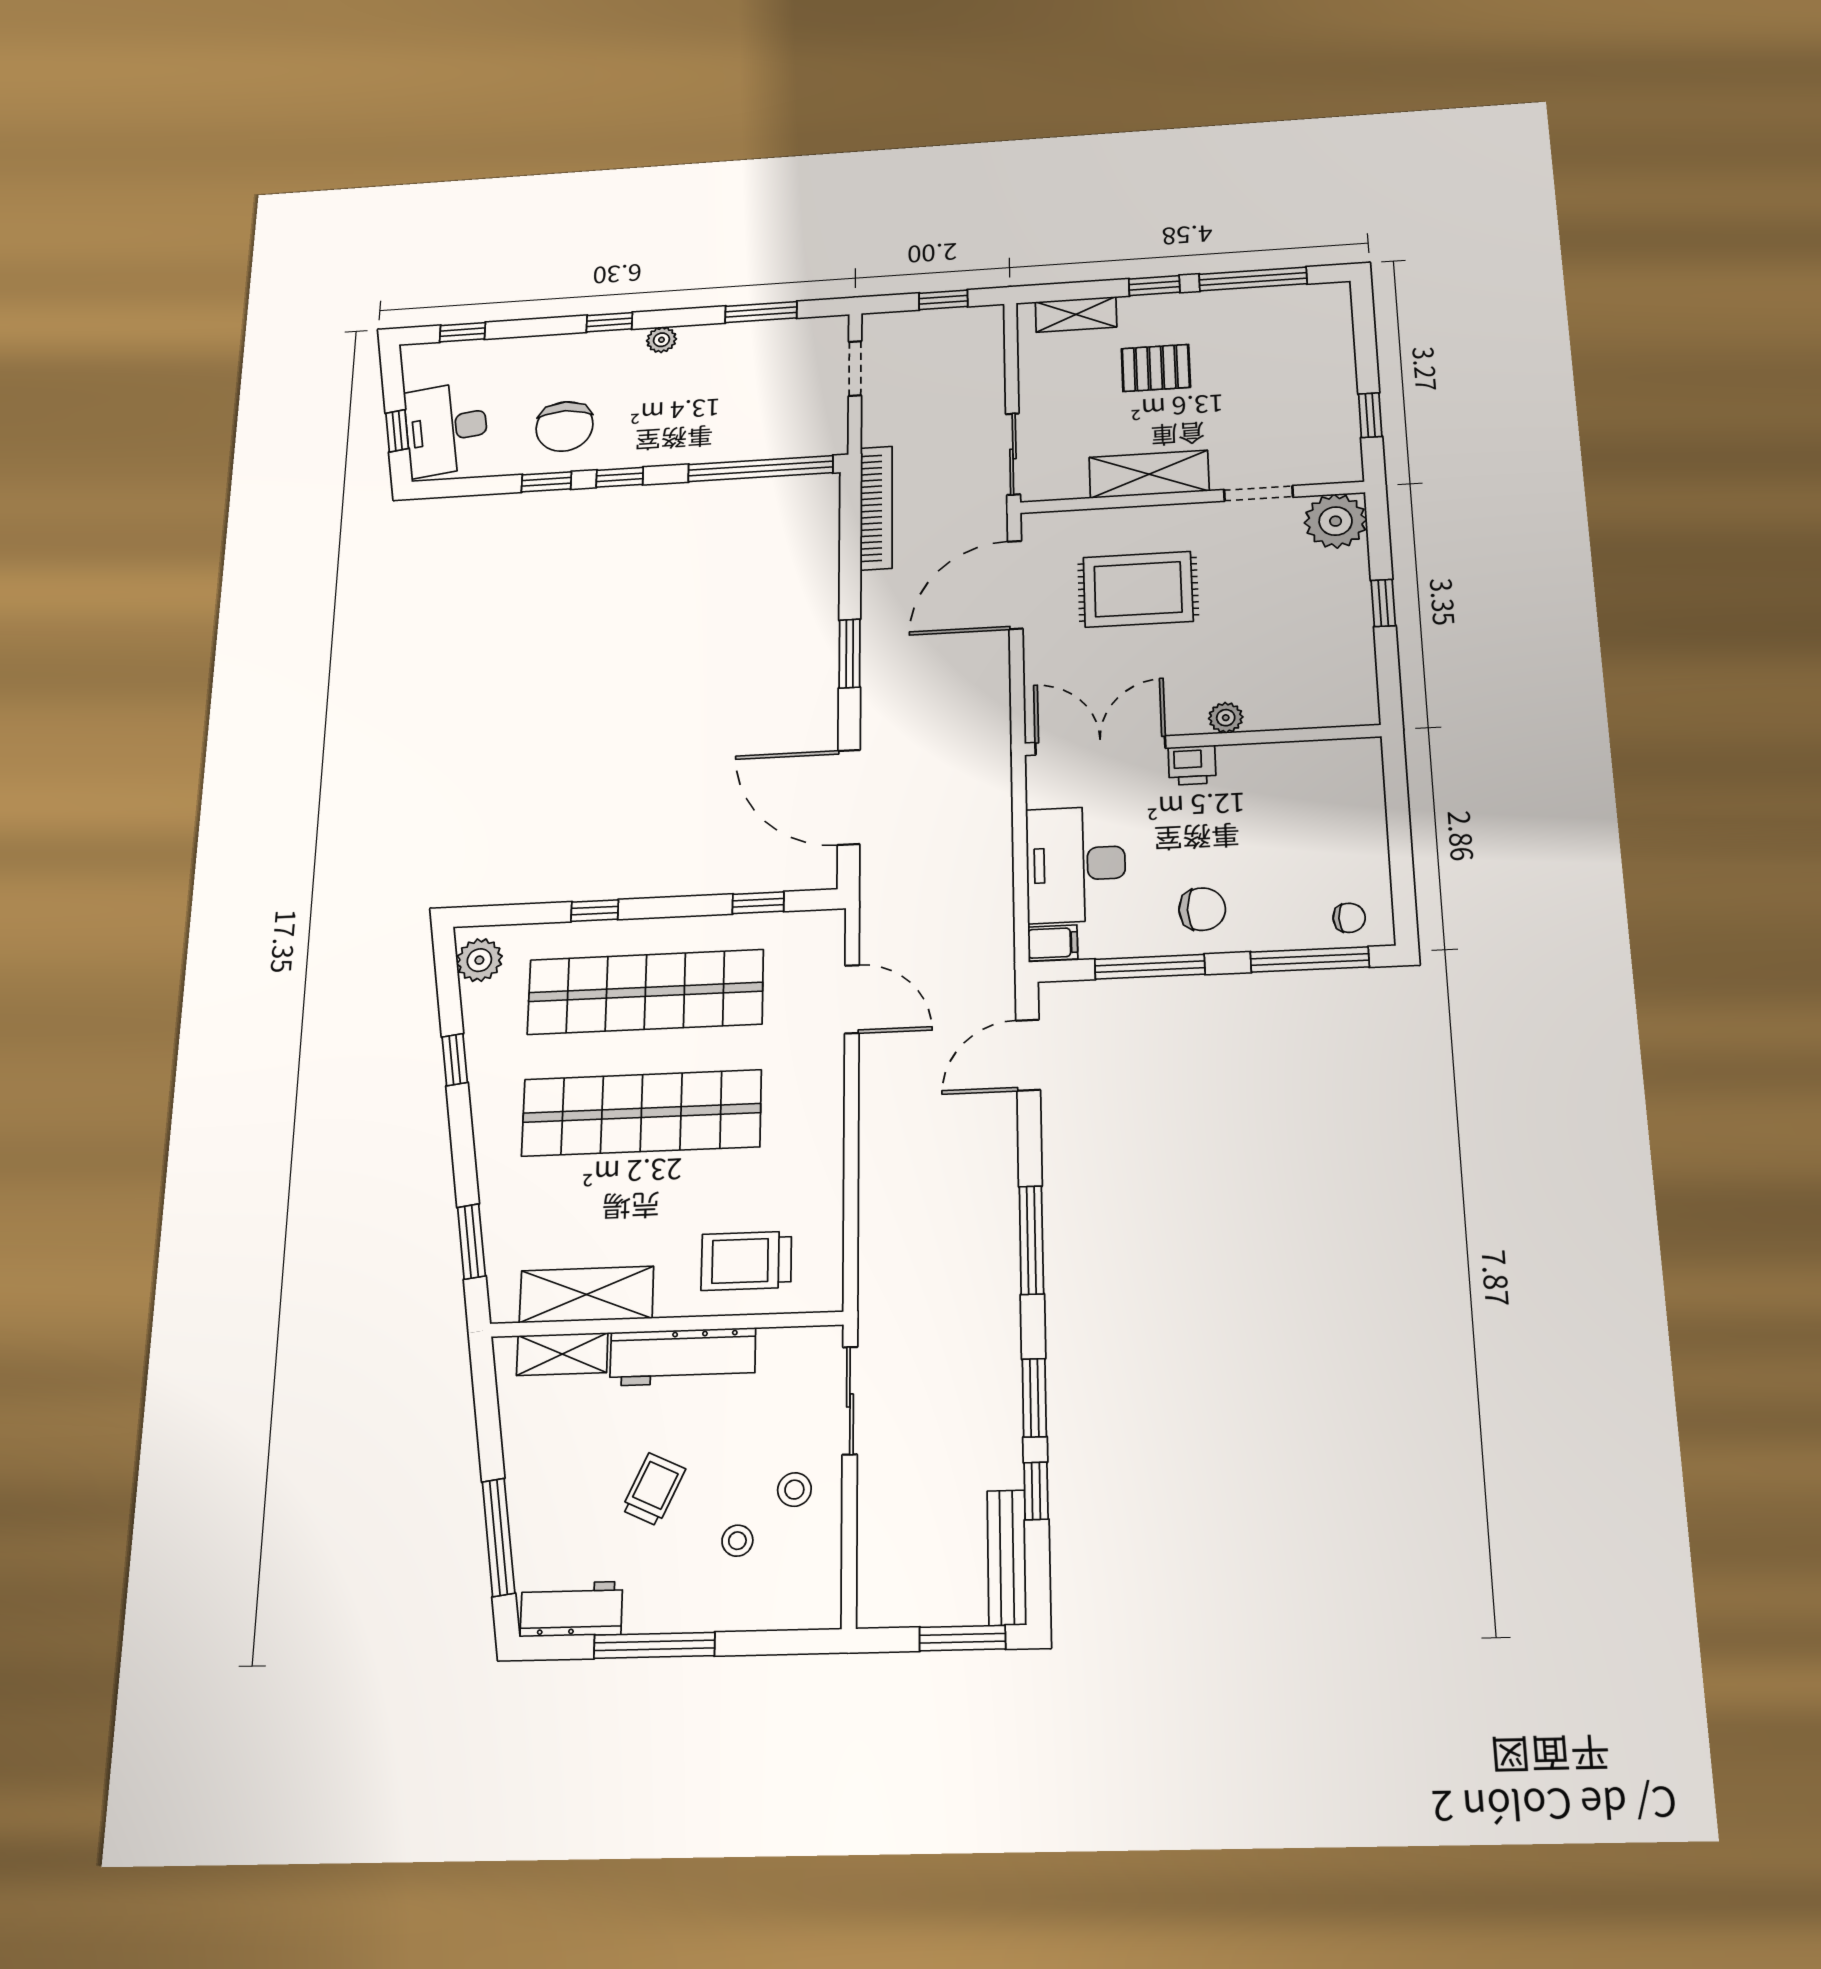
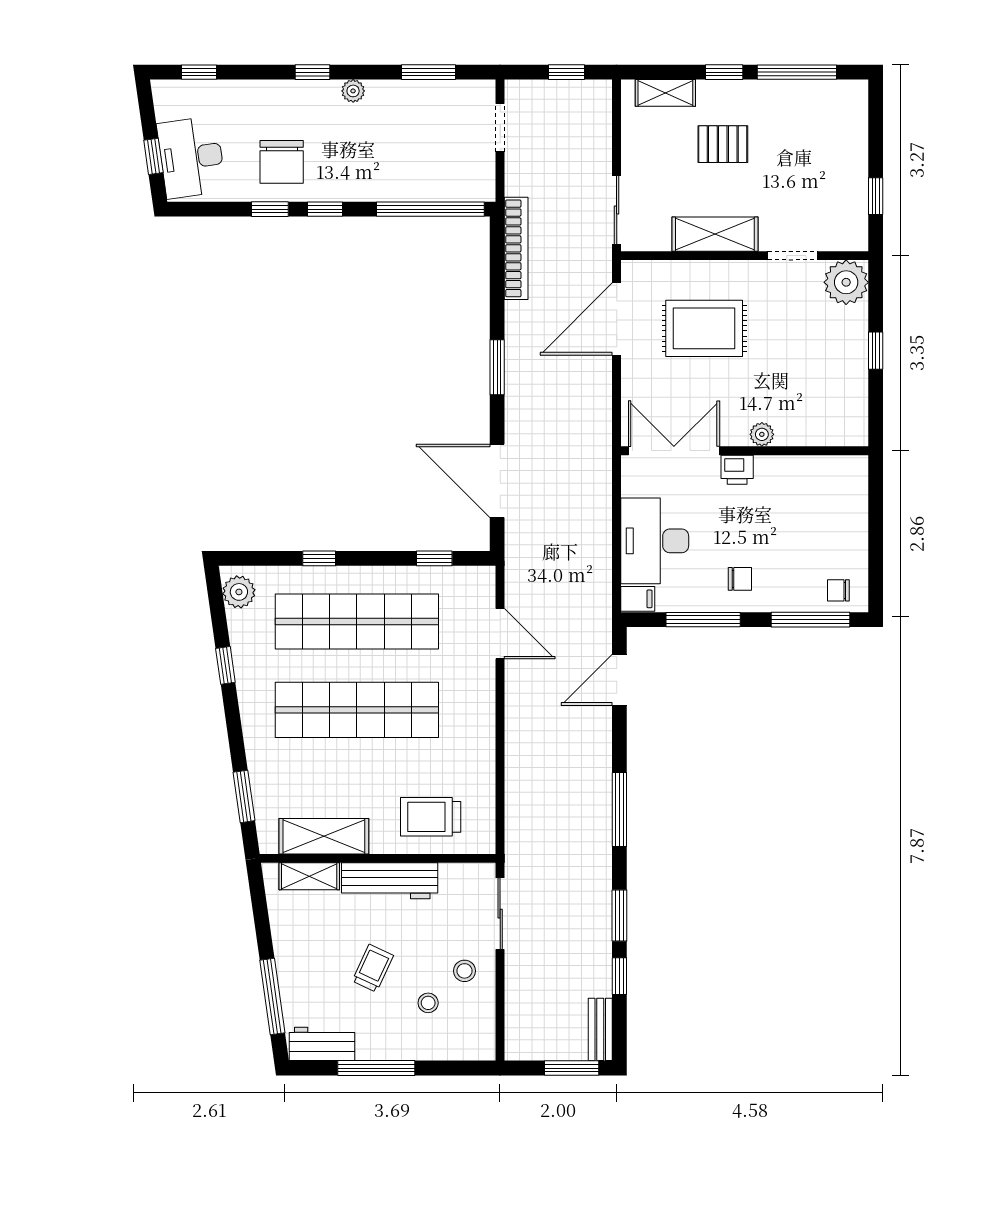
chair: (1202, 909) -> (740, 579), width x0.73, depth x0.73
chair: (1349, 918) -> (838, 590), turned 180
bench: (1007, 1557) -> (600, 1029), width x0.73

